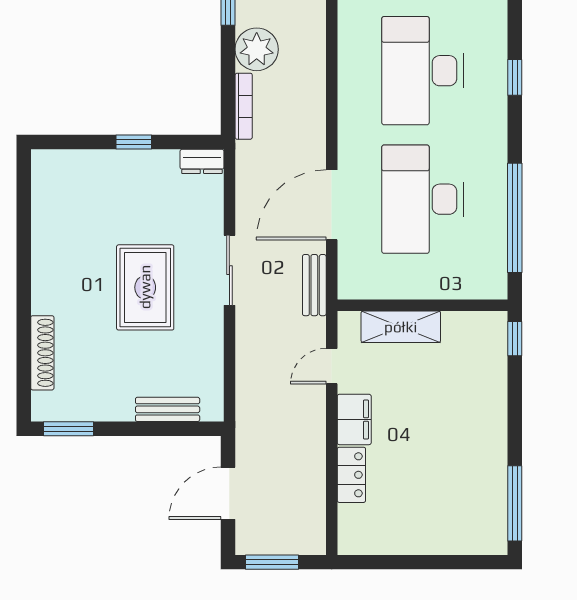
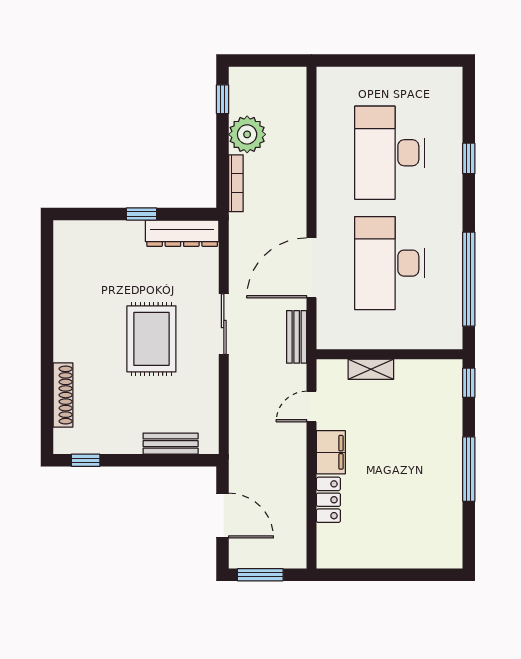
dresser: (202, 161) -> (182, 233), width x1.96, depth x1.24
shelving: (401, 327) -> (371, 369), width x0.67, depth x0.75
window: (69, 429) -> (86, 460), width x0.67
door: (228, 493) -> (223, 516), swing flipped
window: (515, 503) -> (469, 469), moved

